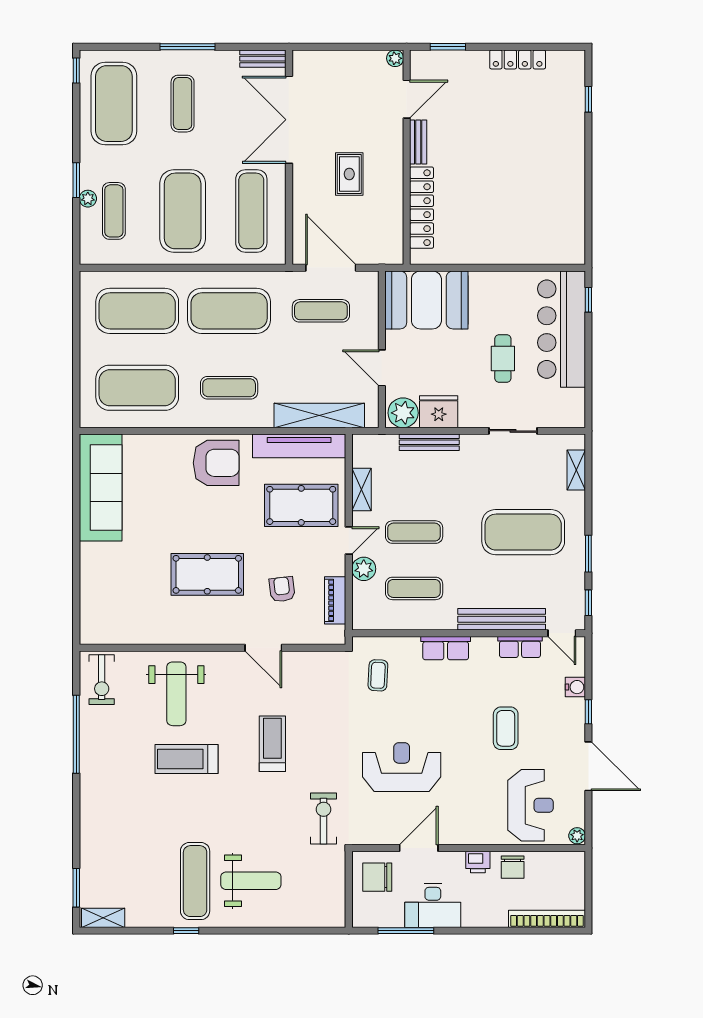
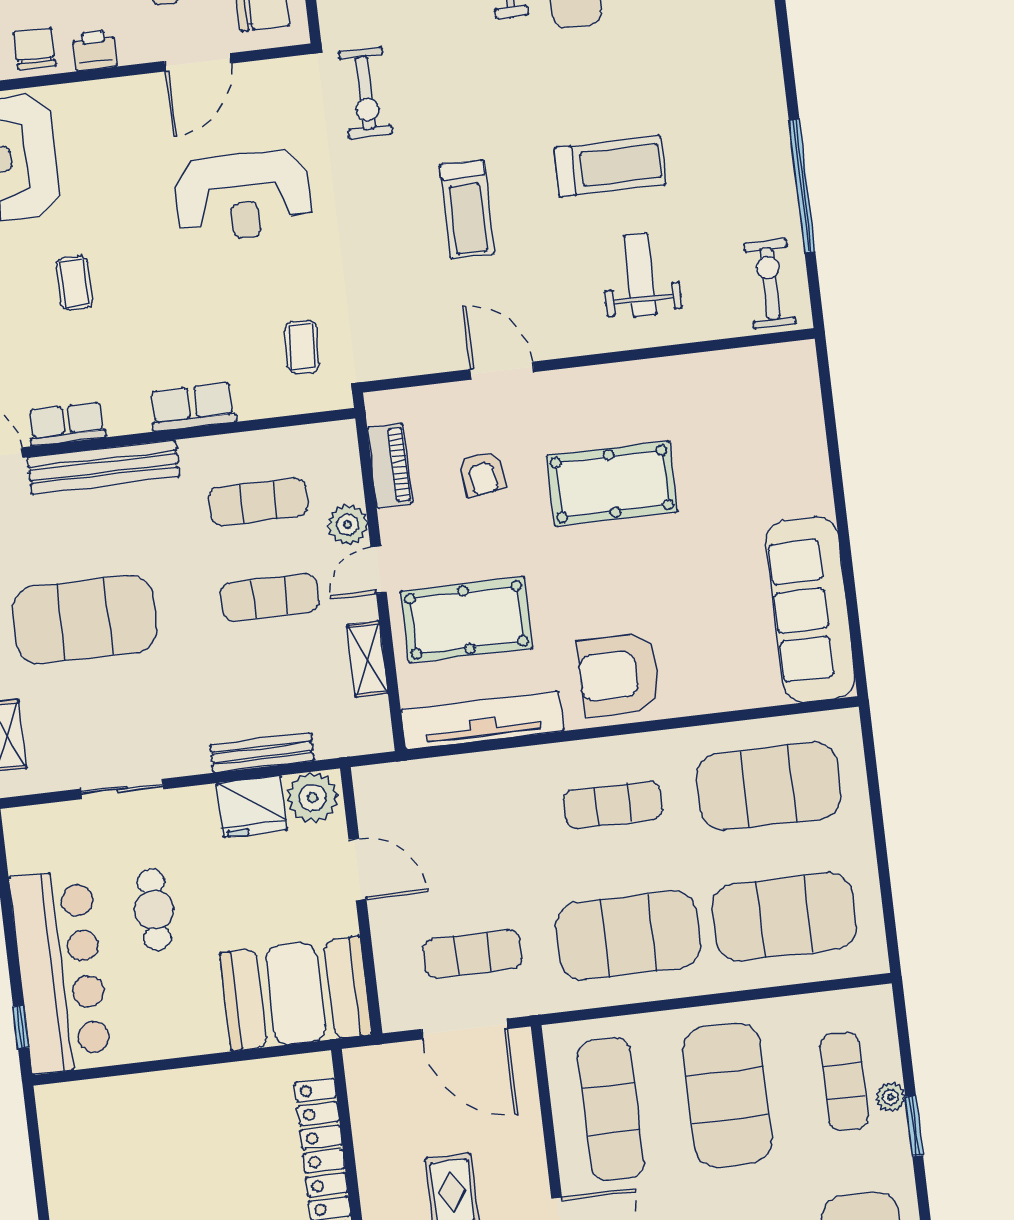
shelving: (319, 415) -> (454, 776), removed
weight bench: (176, 694) -> (640, 275), width x0.73, depth x0.75
coffee table: (506, 728) -> (74, 283), width x0.73, depth x0.77

